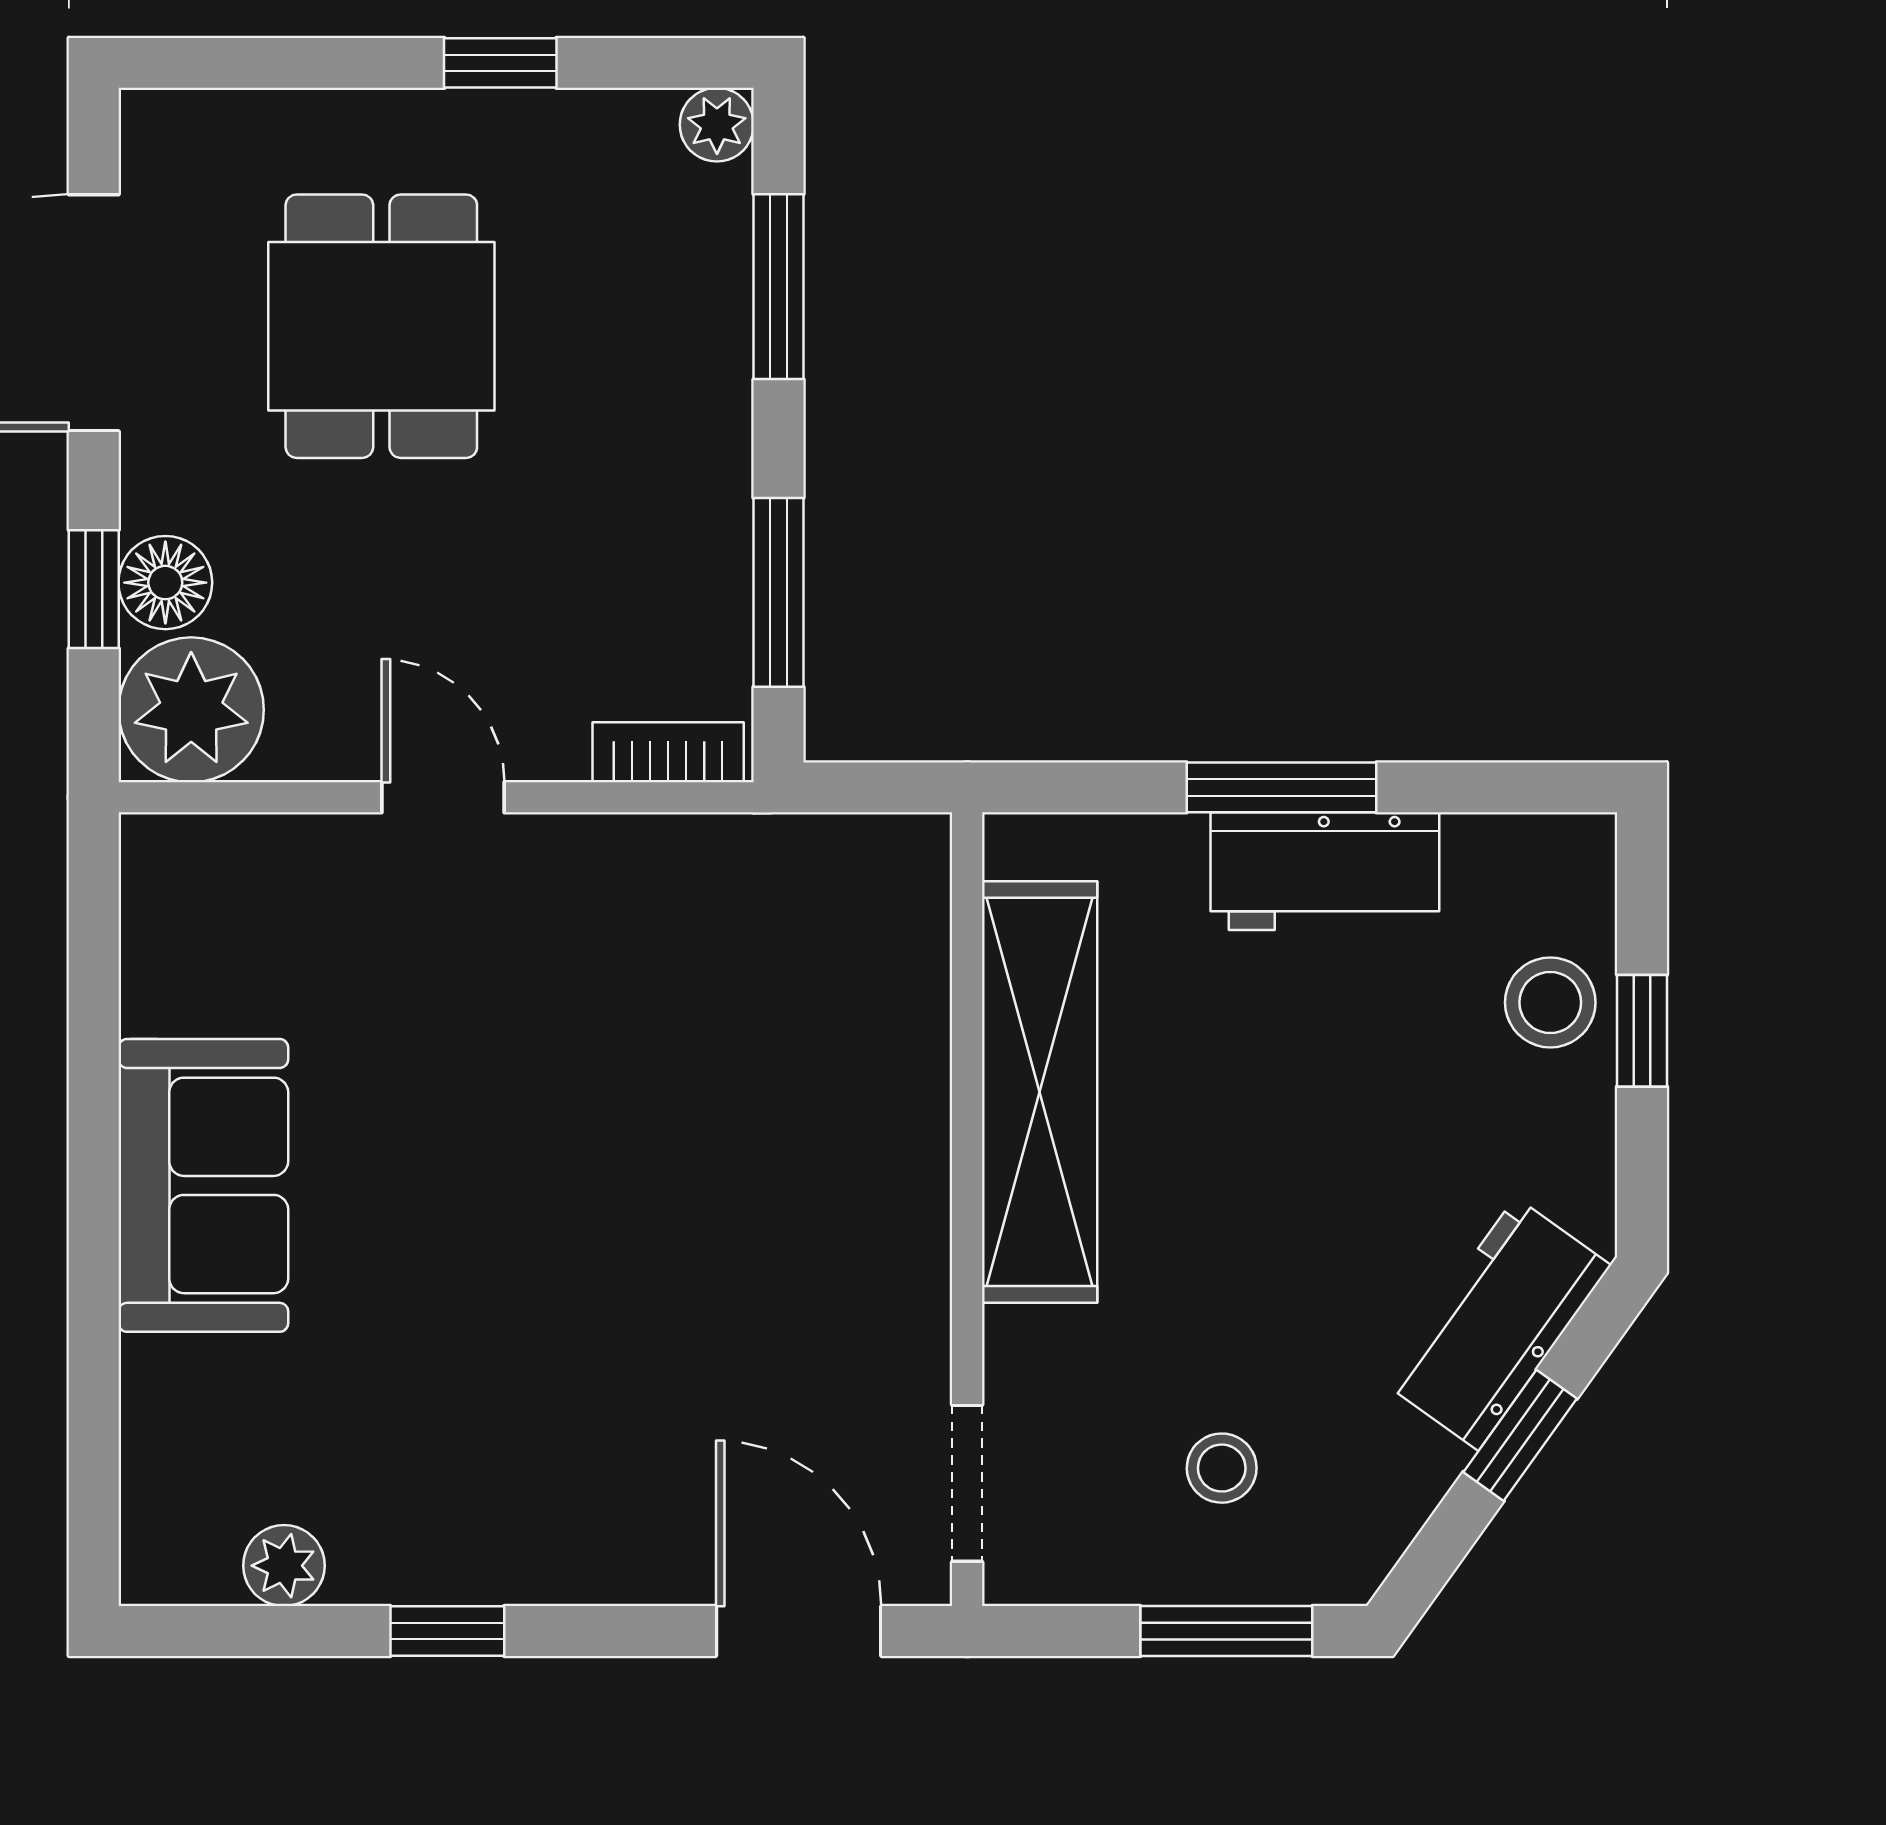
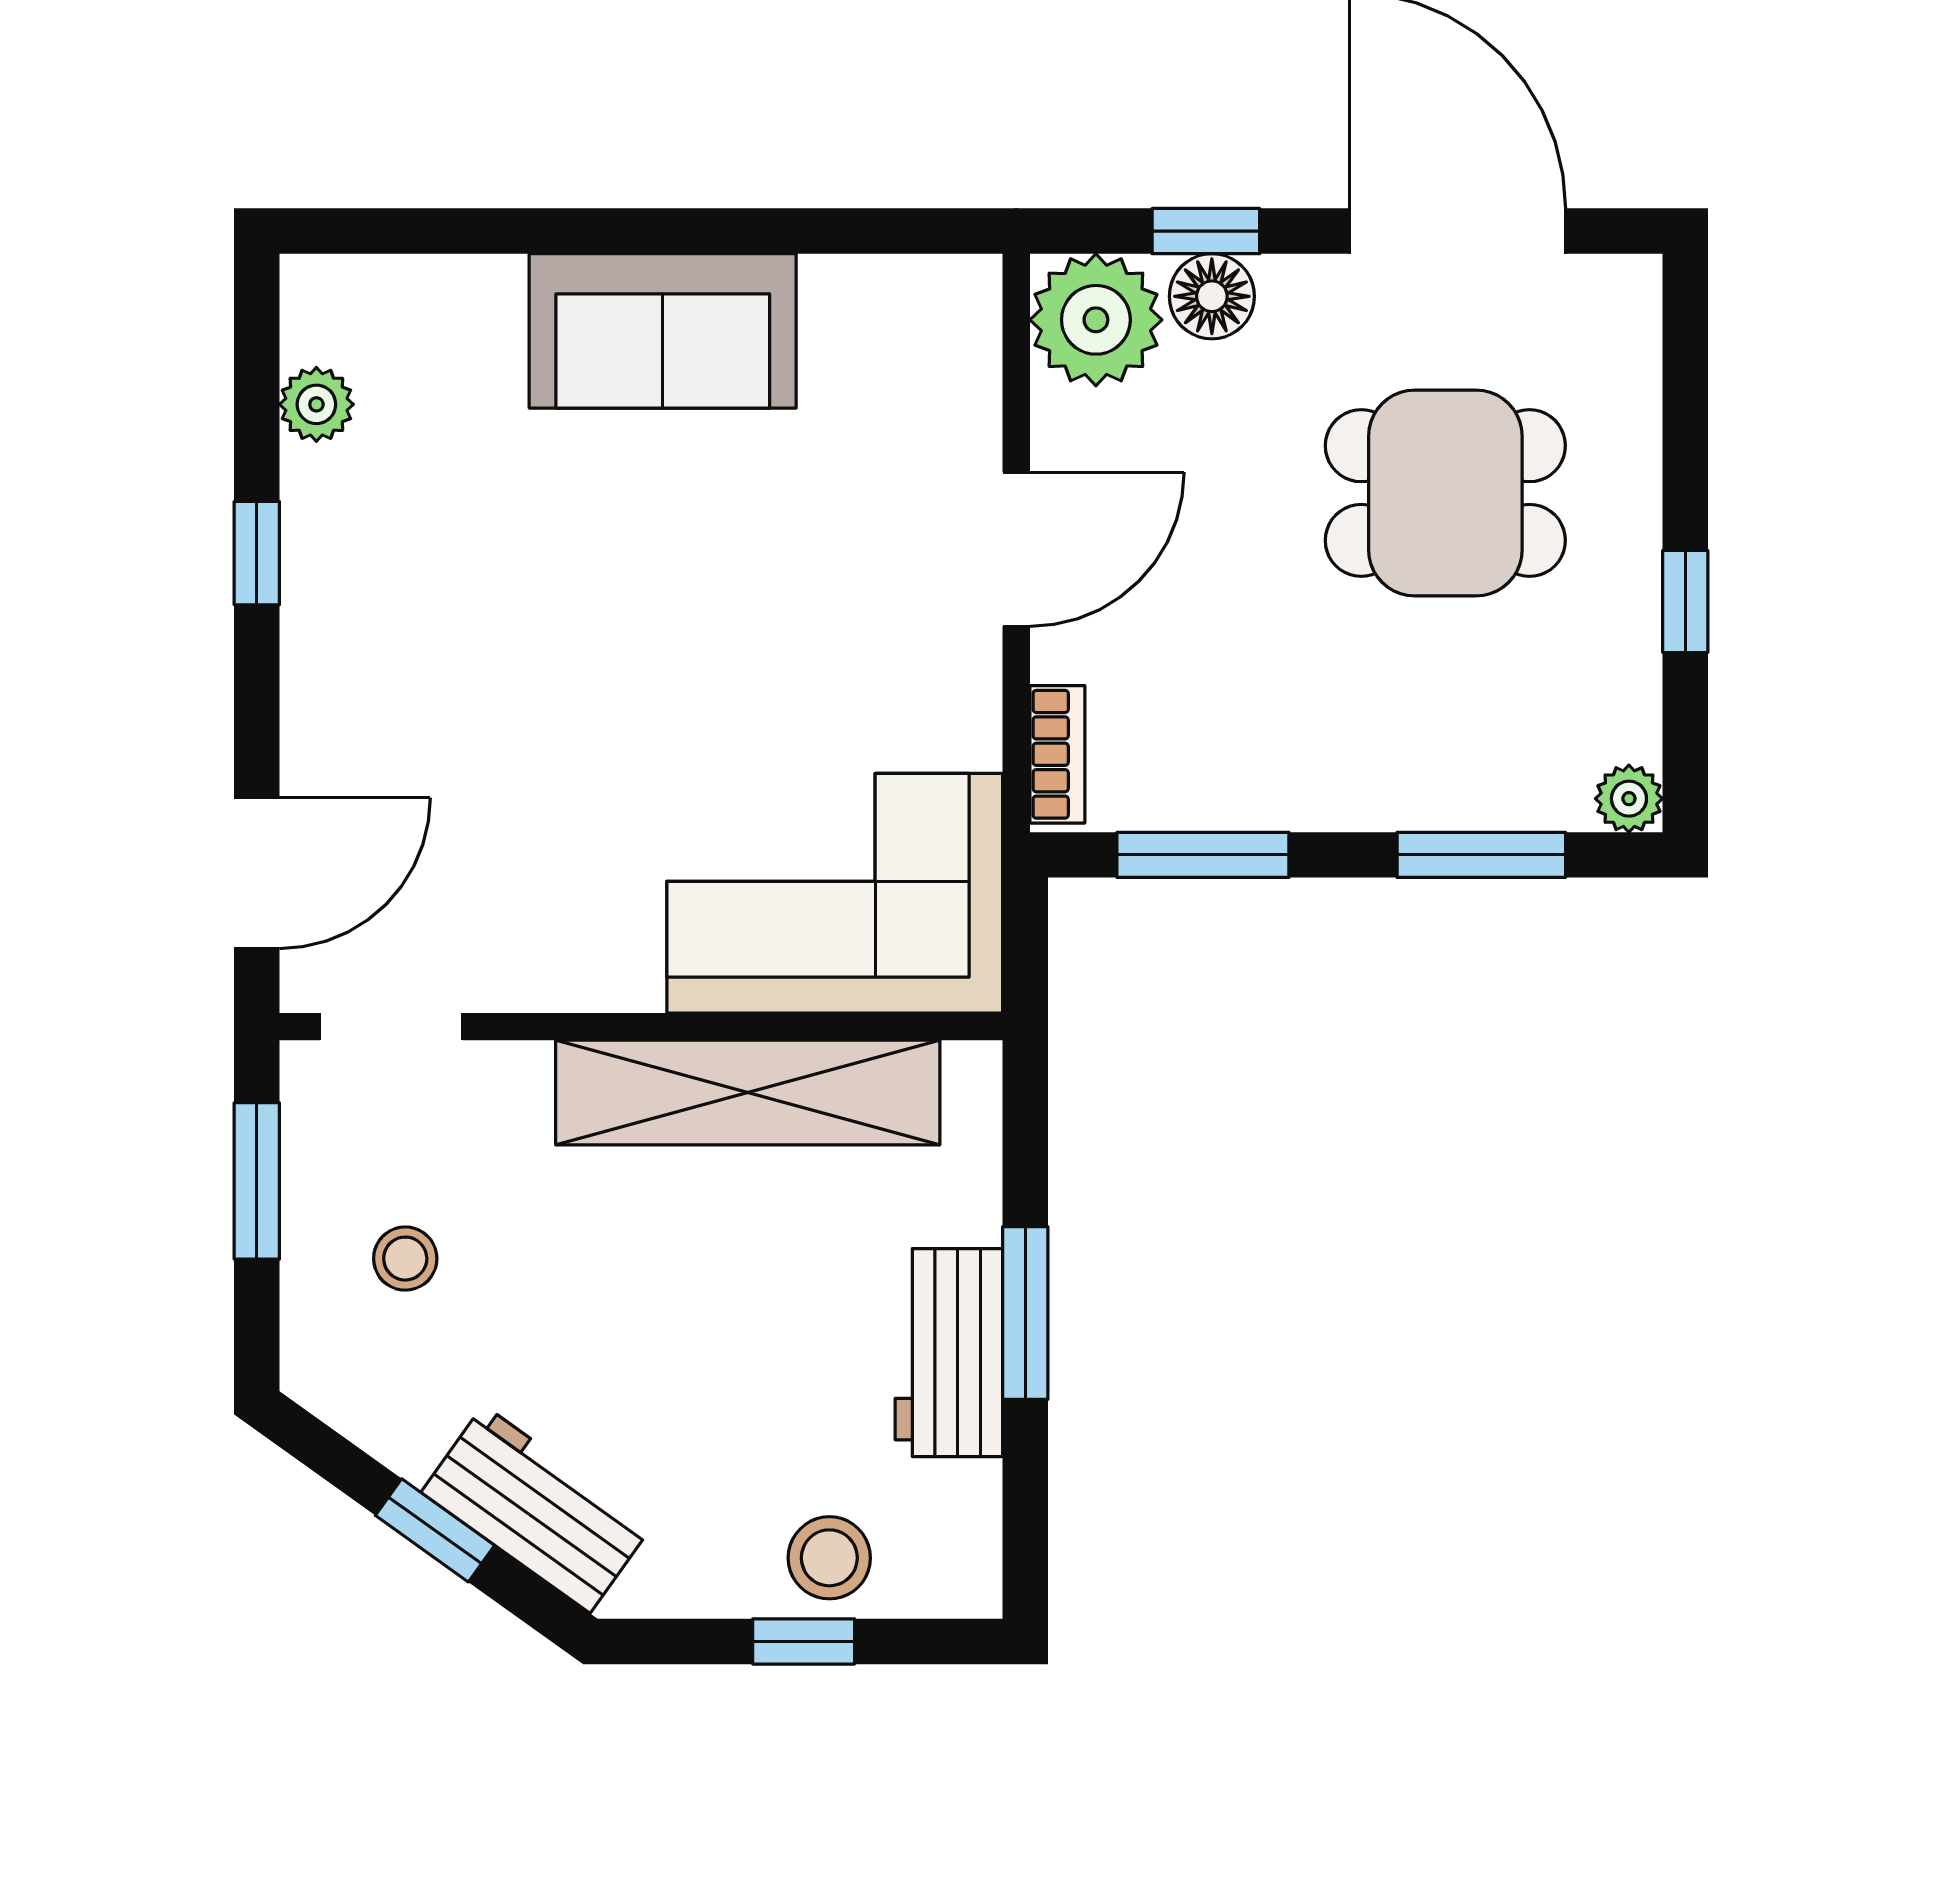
door: (443, 797) -> (1016, 549), width x1.37
corner sofa: (821, 997) -> (835, 893), added
window: (1226, 1631) -> (257, 1181), moved

